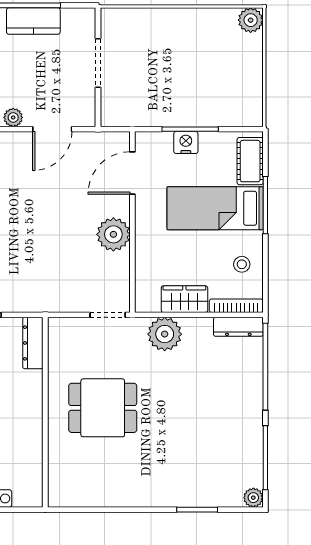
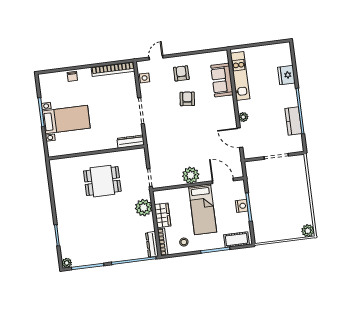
bed: (215, 208) -> (203, 209), moved, turned 180
dining table: (103, 408) -> (102, 181), turned 90

